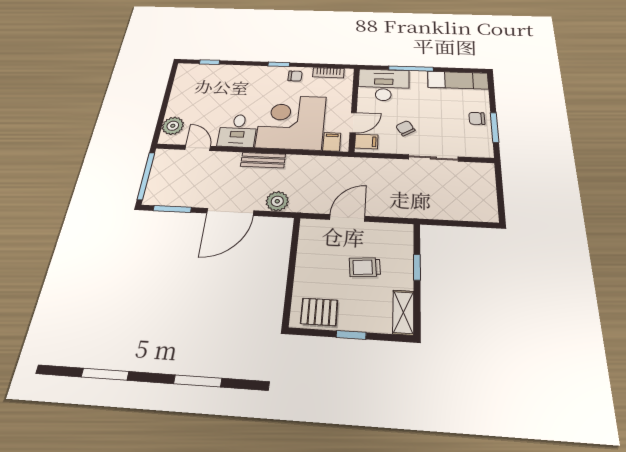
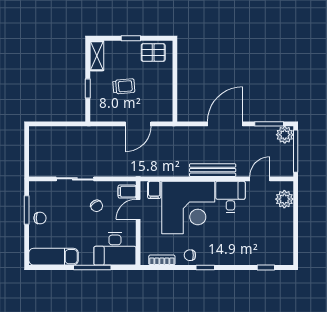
door: (198, 148) -> (260, 179), swing flipped
bench: (263, 160) -> (213, 170), width x1.36
plant: (277, 201) -> (285, 135), moved

